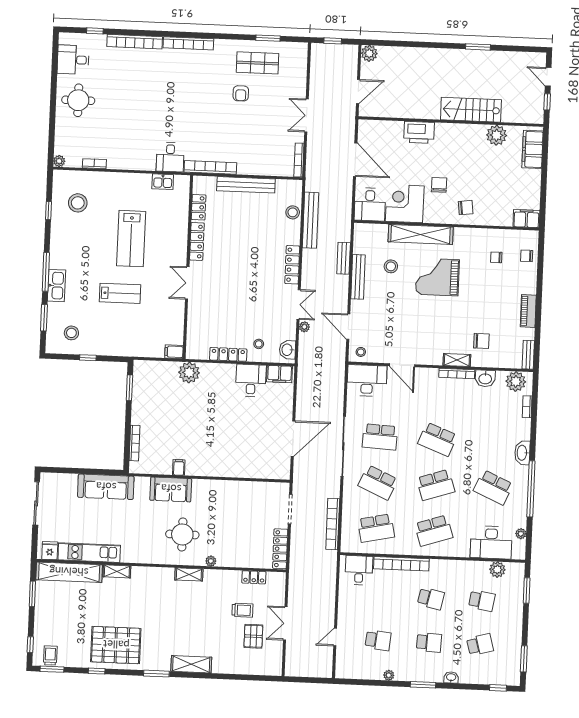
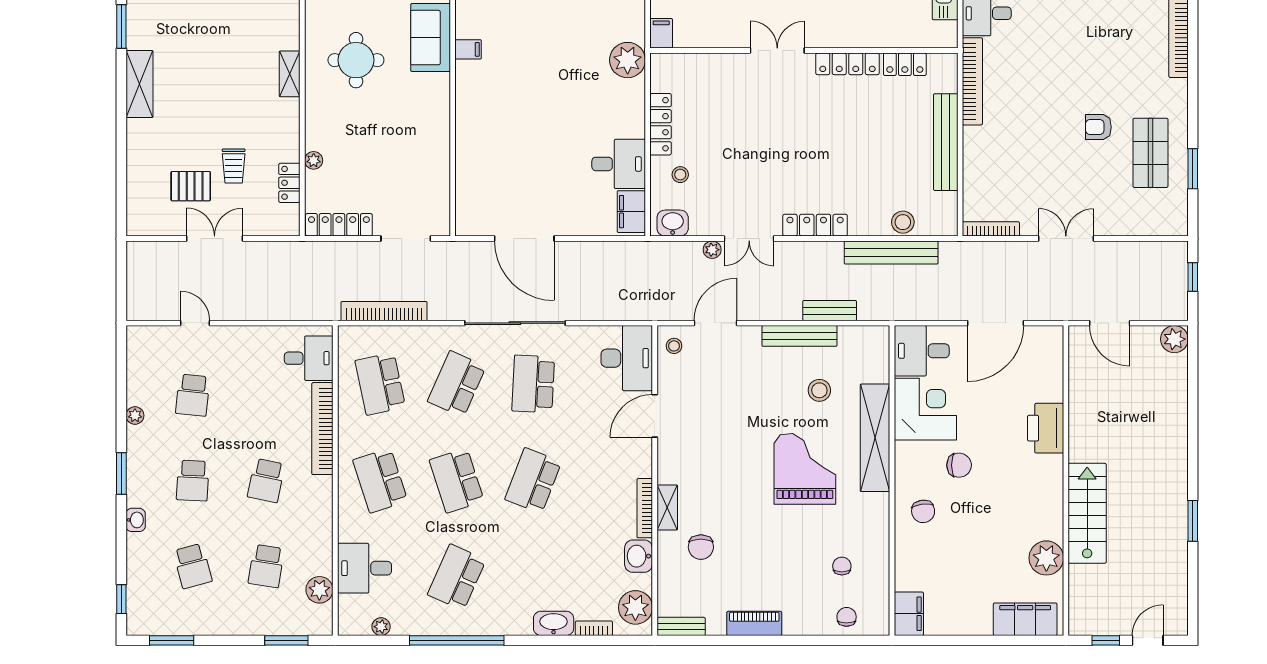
washbasin: (522, 453) -> (554, 623), moved
desk: (491, 542) -> (364, 568), width x0.73
plant: (211, 561) -> (314, 160), moved

